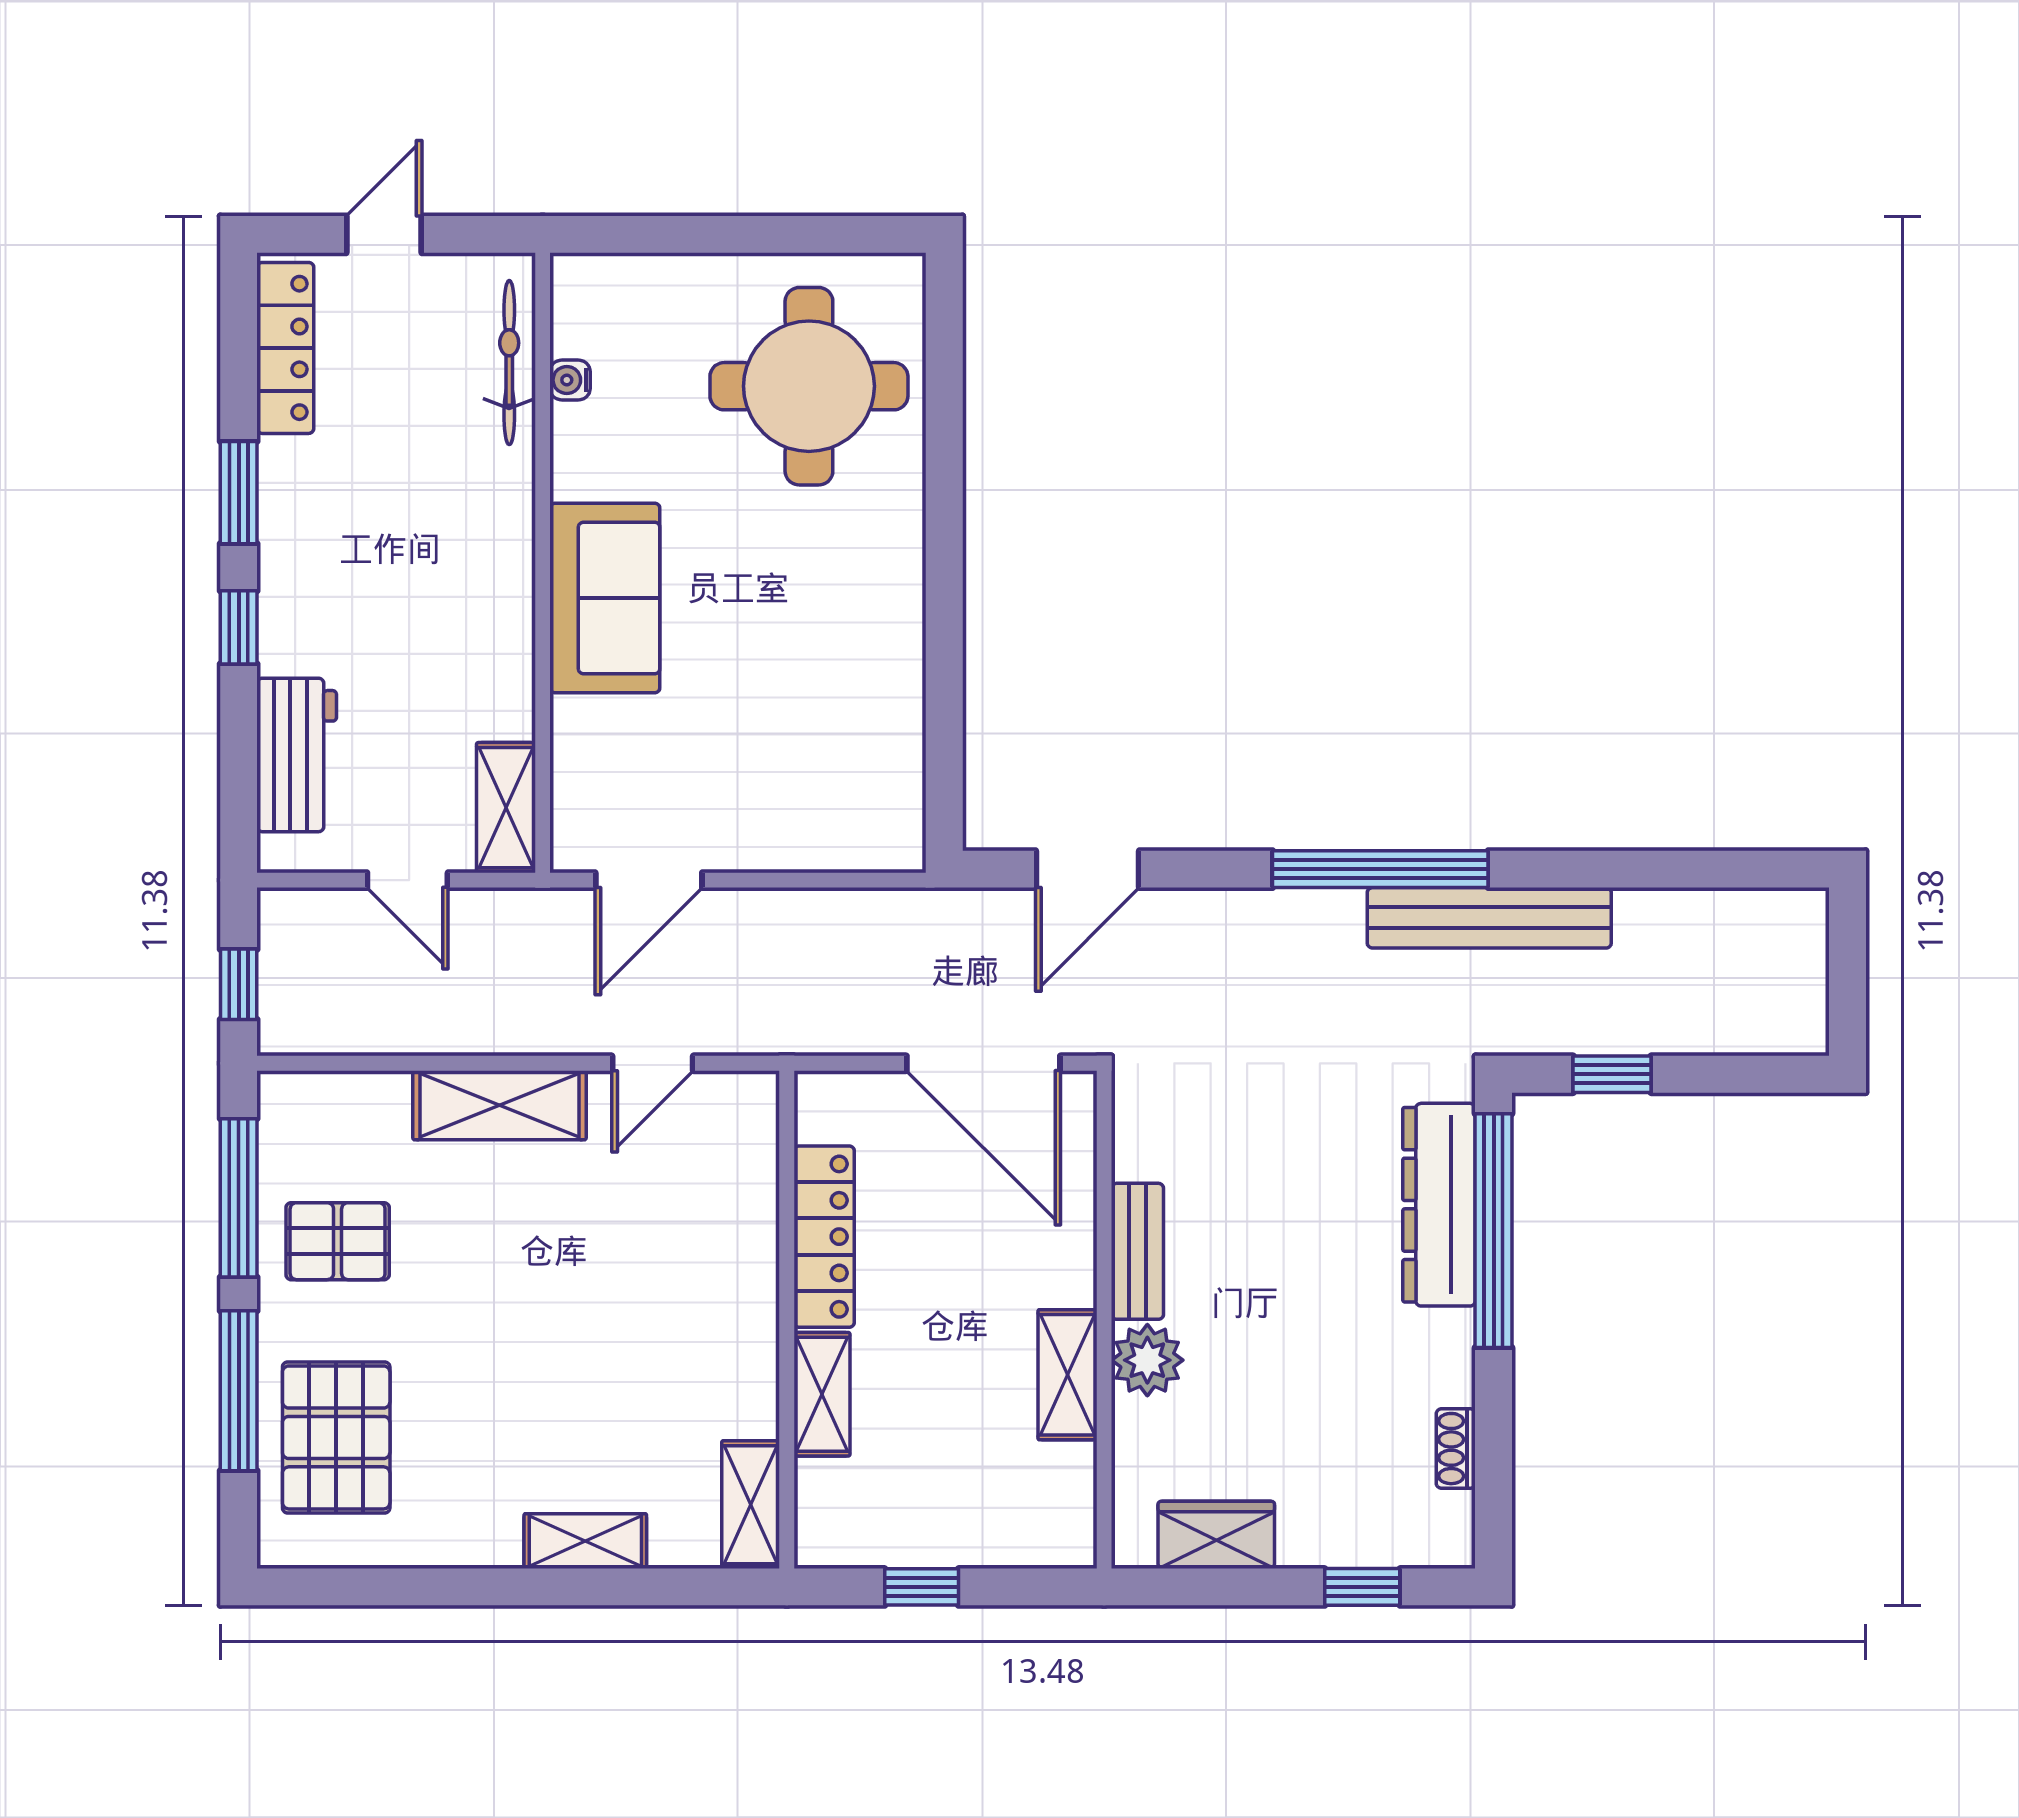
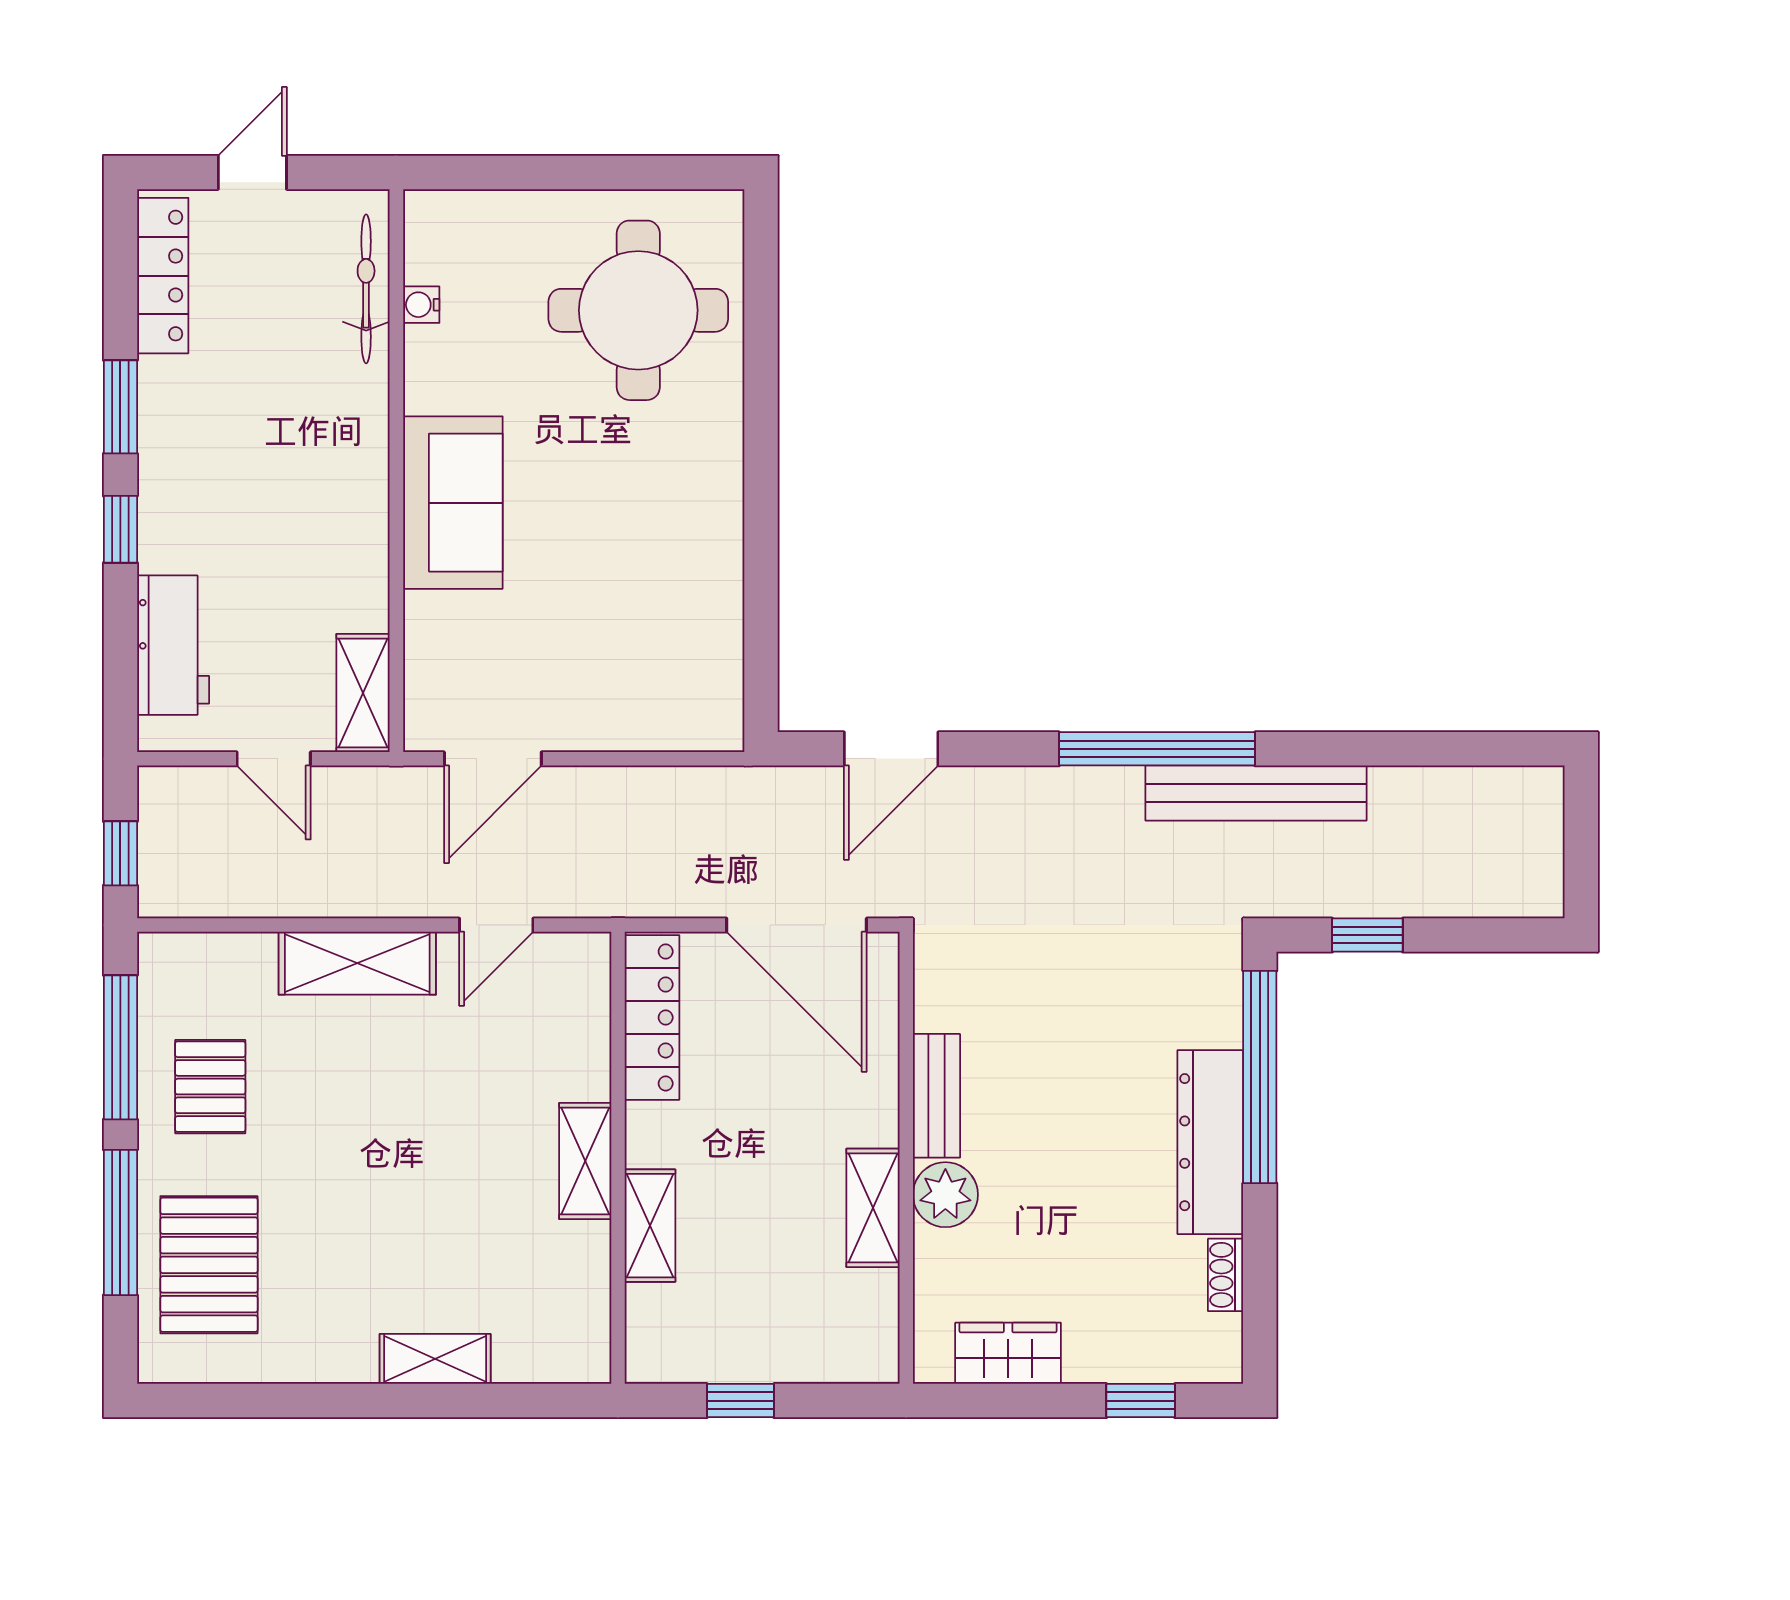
dresser: (1439, 1205) -> (1210, 1142), moved
locker: (824, 1237) -> (652, 1017), moved
pallet: (338, 1241) -> (210, 1087), turned 90
shelving: (751, 1505) -> (585, 1161), moved

